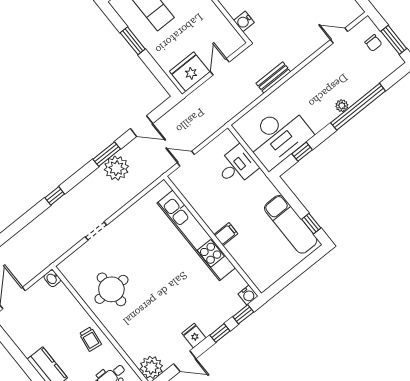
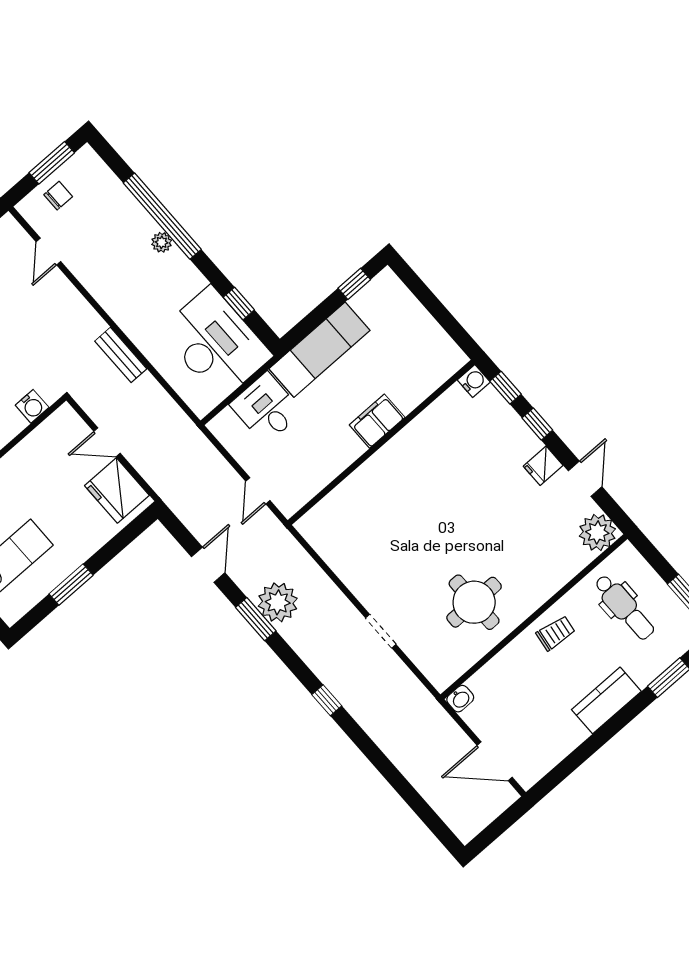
exam couch: (291, 224) -> (320, 350), moved
filing cabinet: (226, 234) -> (377, 421), width x2.00
kitchen unit: (196, 235) -> (381, 469), removed

